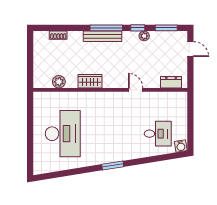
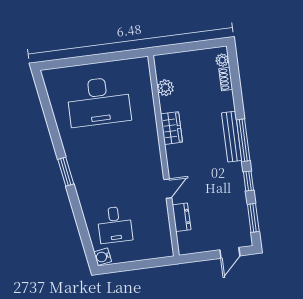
plant: (144, 36) -> (222, 60), moved
dresser: (171, 82) -> (182, 217), moved

